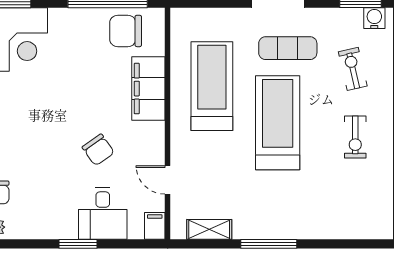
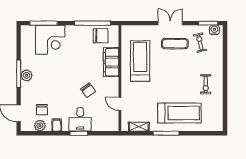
chair: (126, 31) -> (101, 36), turned 180
exercise bike: (353, 69) -> (200, 42), moved
treadmill: (278, 123) -> (179, 113), moved, turned 90
desk: (103, 214) -> (80, 119), moved
filing cabinet: (155, 226) -> (57, 125), moved

